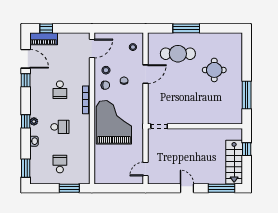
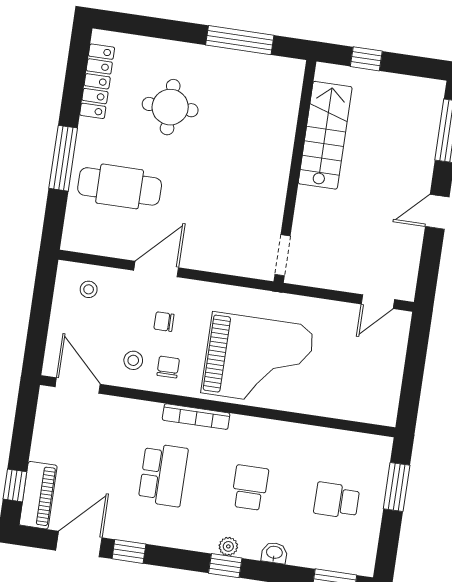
locker: (221, 38) -> (97, 81), added
cafe table: (178, 54) -> (120, 186), turned 90
door: (146, 74) -> (156, 269), hinge flipped
school desk: (60, 90) -> (163, 475), width x1.85
grand piano: (114, 122) -> (258, 360), turned 180
stairs: (234, 162) -> (325, 135), moved, turned -90
door: (146, 169) -> (378, 302), hinge flipped

